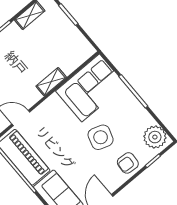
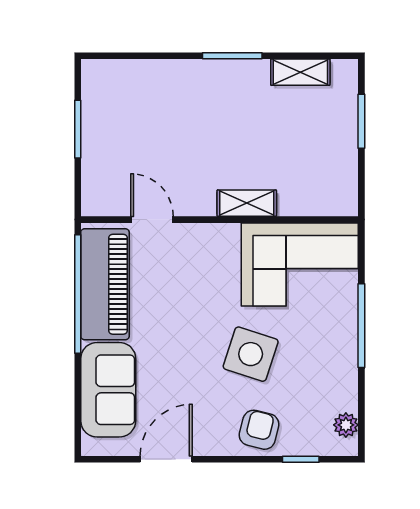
plant: (155, 137) -> (346, 425), width x0.53, depth x0.53
armchair: (128, 163) -> (259, 430), turned 100

